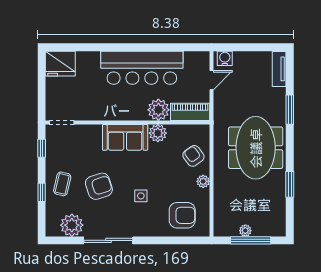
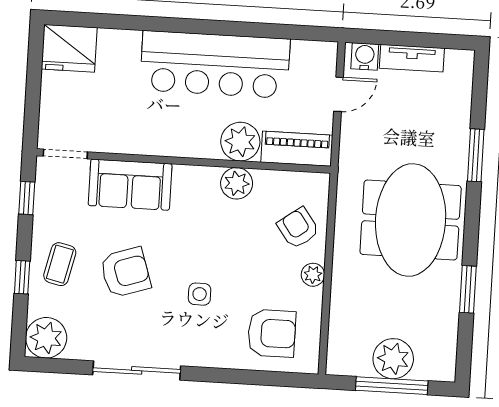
tv unit: (279, 69) -> (412, 58), moved, turned -90
sofa: (125, 137) -> (130, 185), moved
plant: (72, 225) -> (46, 338), moved
plant: (245, 231) -> (393, 359), width x1.87, depth x1.87

